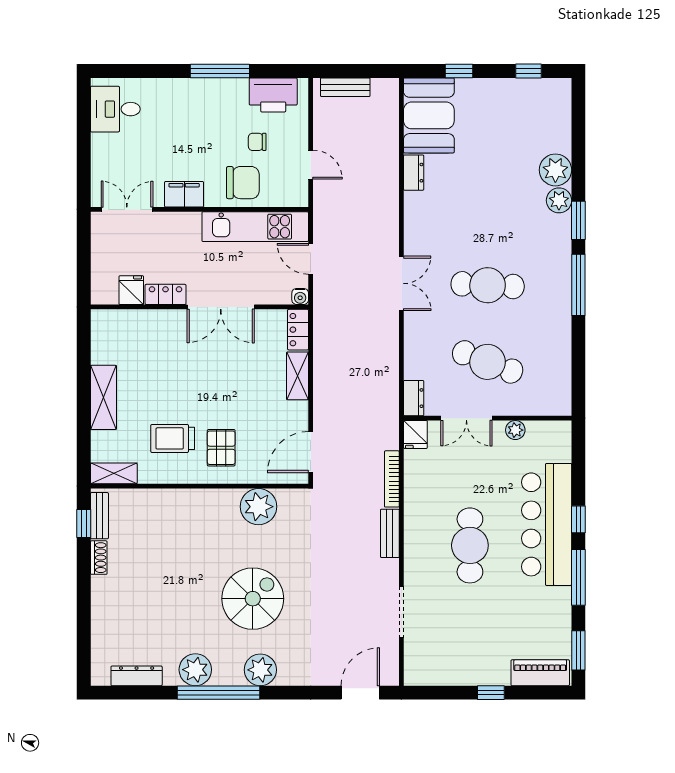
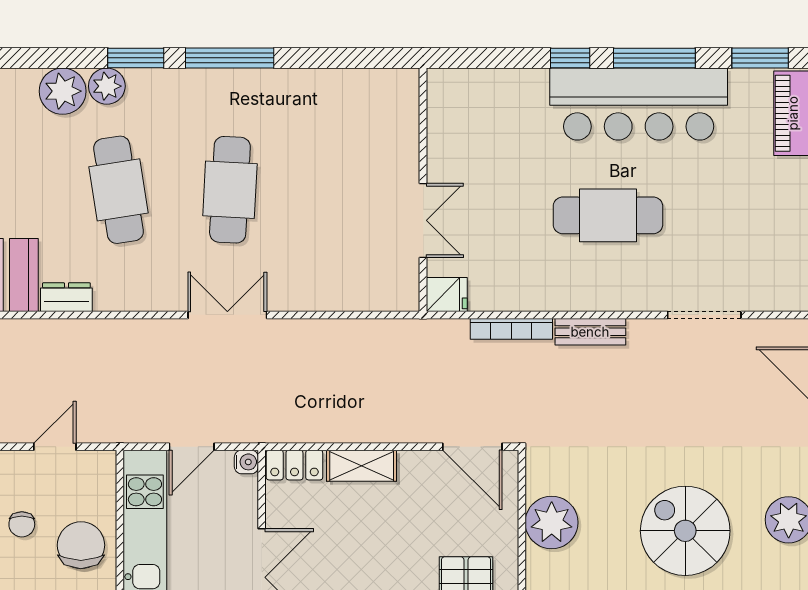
cafe table: (488, 362) -> (119, 190), moved, turned -30
dresser: (414, 398) -> (394, 297), removed
plant: (515, 430) -> (440, 149), removed
bar counter: (547, 524) -> (639, 104), moved

